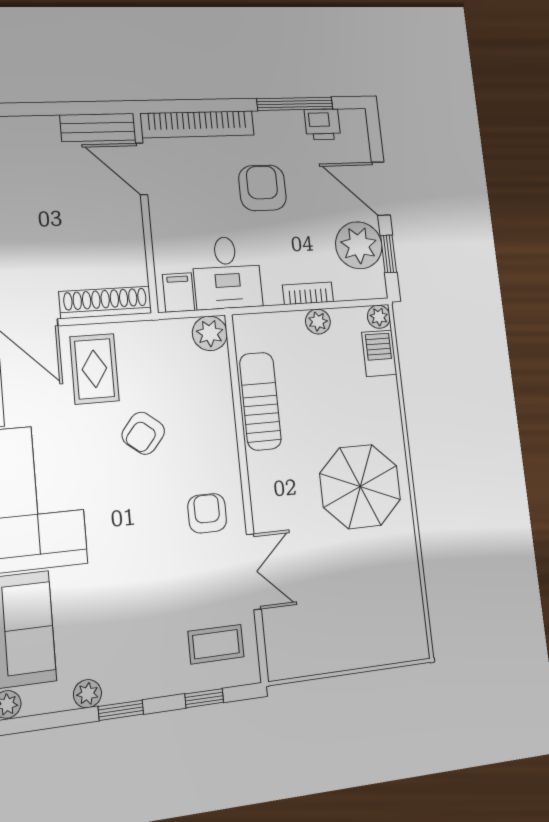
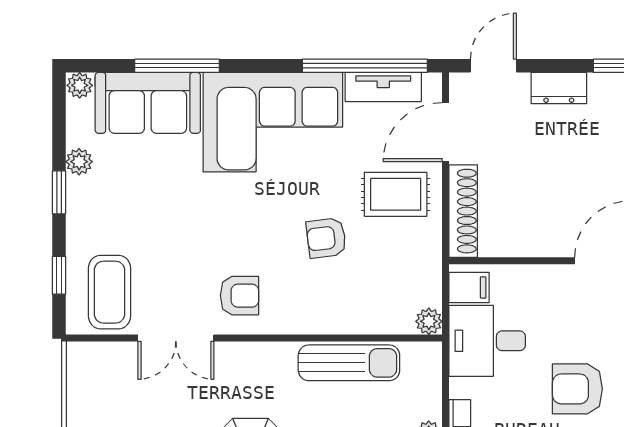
armchair: (262, 188) -> (577, 389), turned 180
plant: (210, 333) -> (429, 321), width x0.73, depth x0.73
armchair: (143, 433) -> (326, 238), turned -46
coffee table: (216, 644) -> (109, 292), width x1.36, depth x1.30

